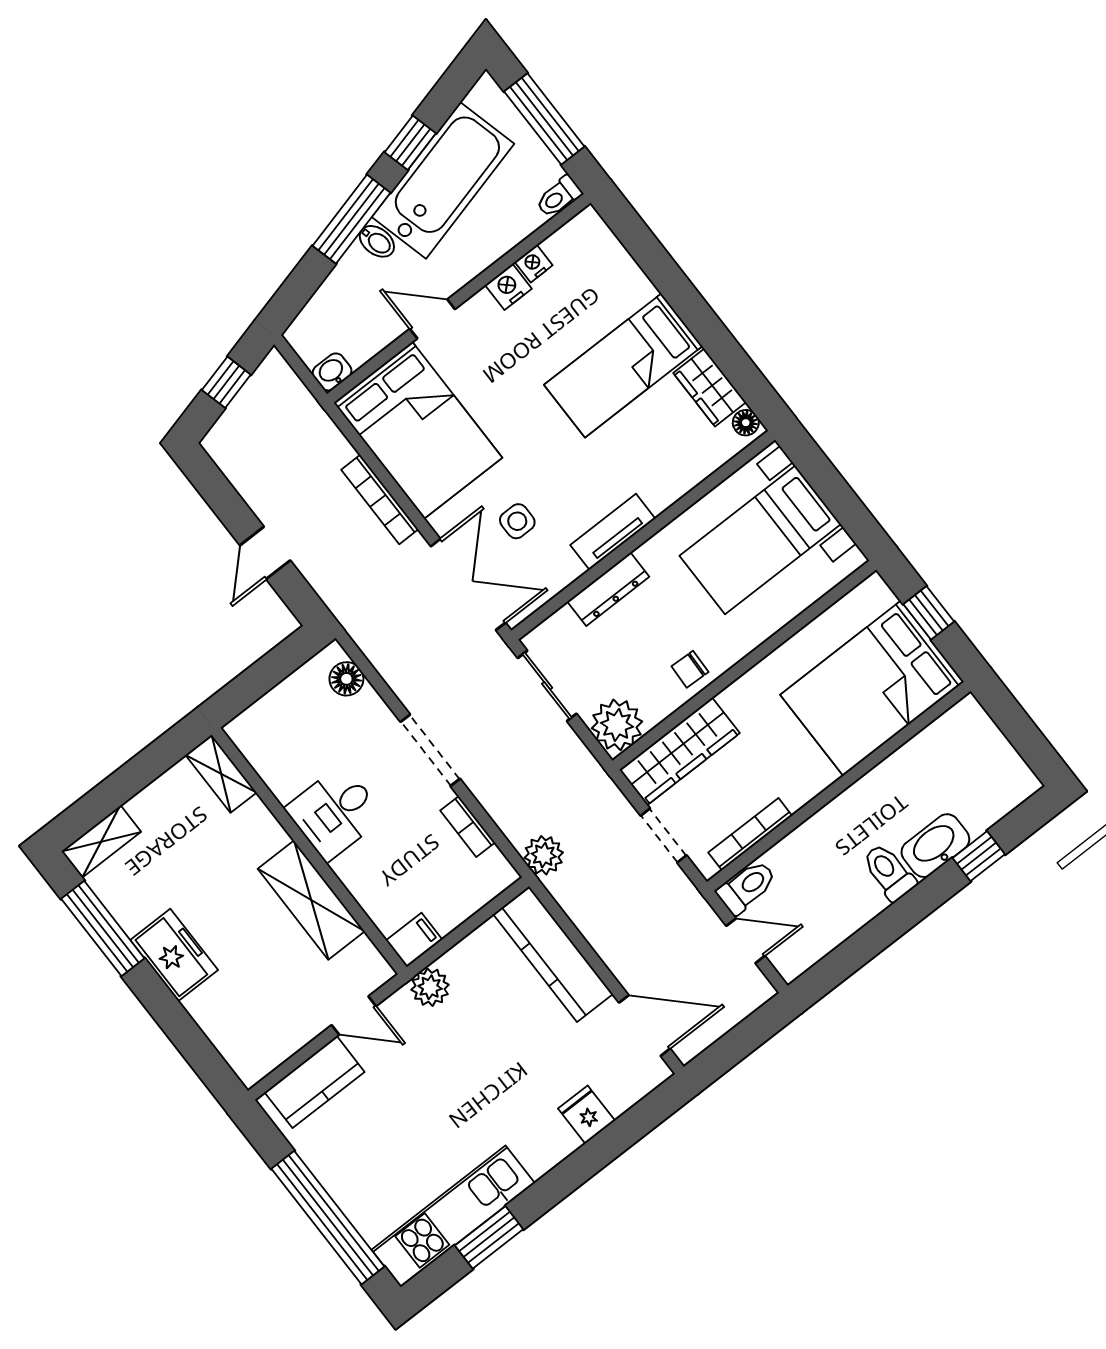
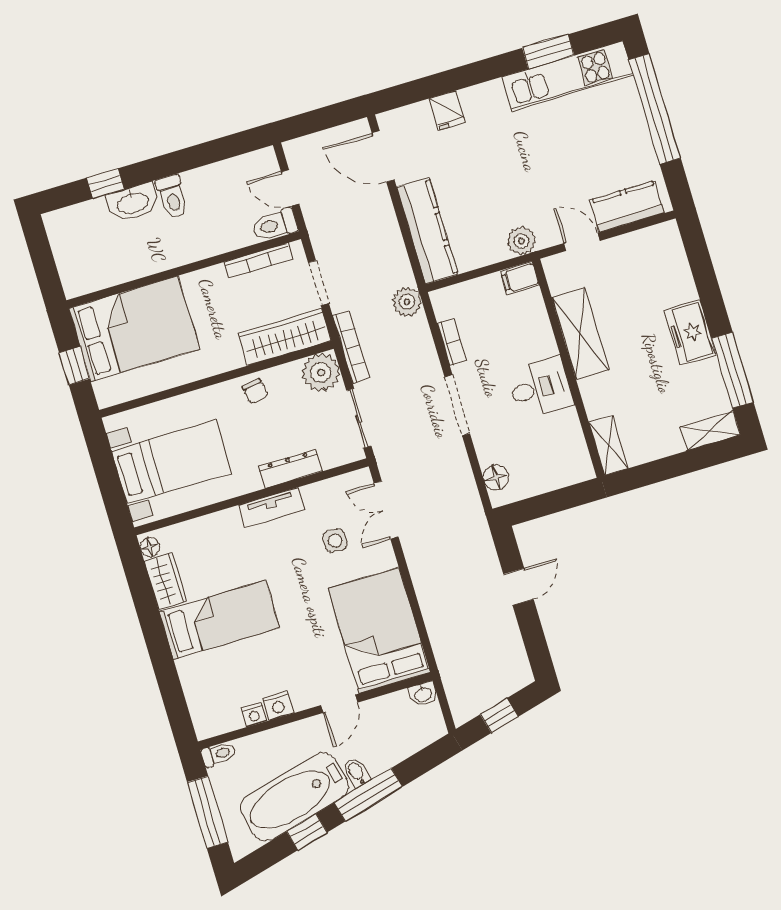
door: (432, 319) -> (339, 704), hinge flipped
bookcase: (380, 500) -> (351, 347), moved
double door: (468, 584) -> (386, 510), width x0.73
chair: (690, 669) -> (255, 391), turned 78

